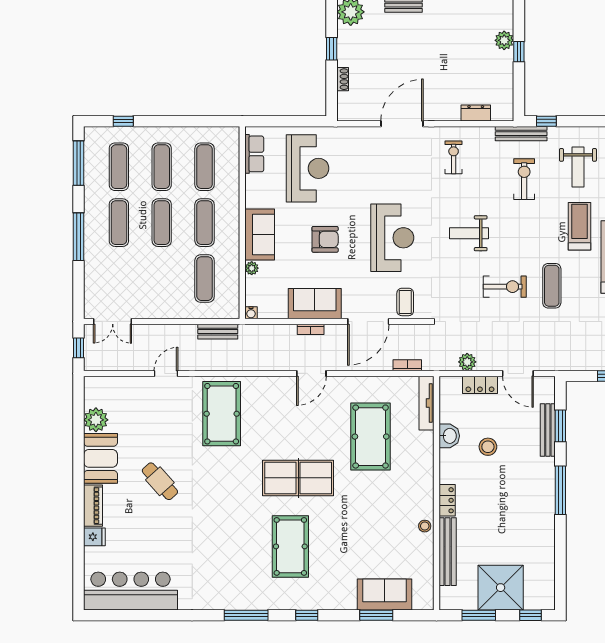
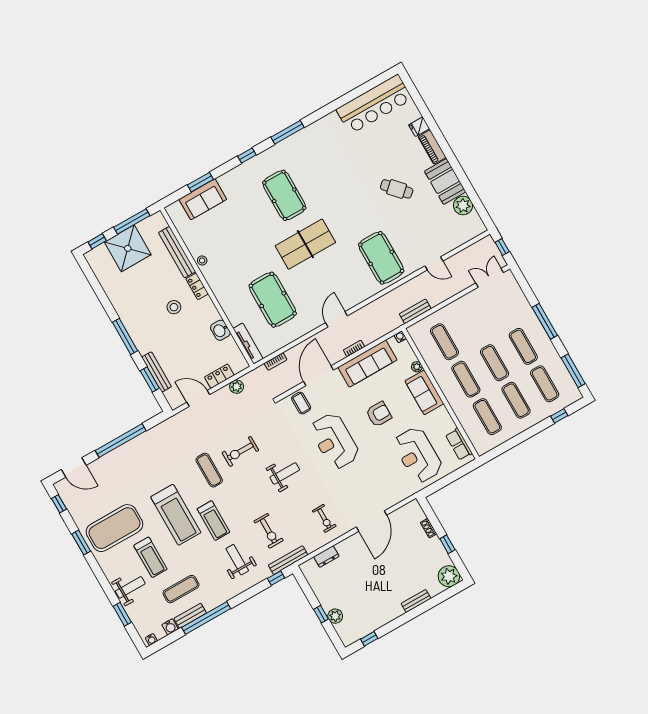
armchair: (325, 239) -> (379, 414), turned 180
sofa: (315, 304) -> (367, 364), width x1.36
door: (166, 373) -> (434, 263), hinge flipped
stool: (488, 447) -> (174, 307), moved
window: (479, 615) -> (132, 221), width x1.44

